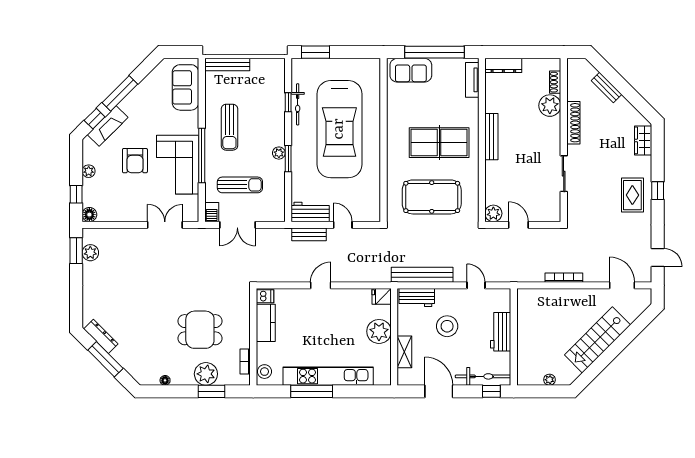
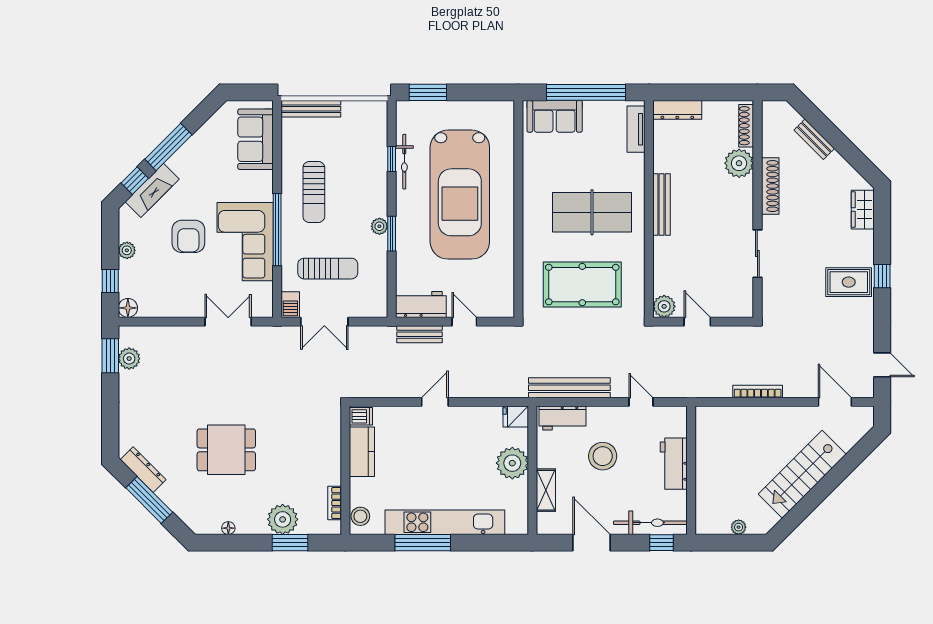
shoe rack: (555, 82) -> (746, 126), width x1.43
rug: (632, 195) -> (849, 282), turned 90
dining table: (200, 330) -> (226, 450), moved

